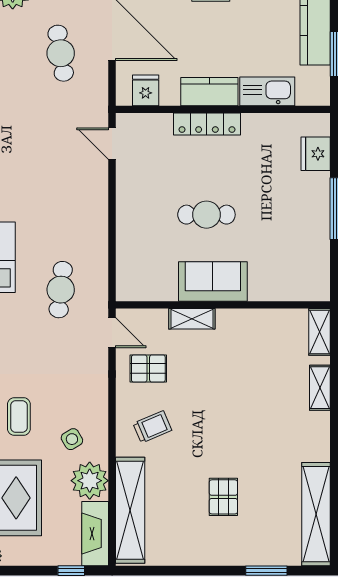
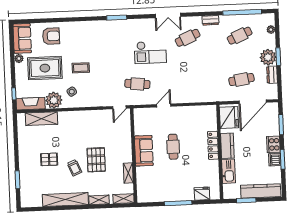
fridge: (146, 90) -> (229, 118), width x1.88, depth x1.34
door: (112, 144) -> (164, 105), moved
shelving: (192, 319) -> (128, 173), moved
pallet: (148, 368) -> (96, 160), moved, width x1.50, depth x1.42
trolley: (152, 427) -> (74, 168), moved
shelving: (130, 510) -> (41, 119), width x0.68
shelving: (316, 514) -> (65, 200), moved

